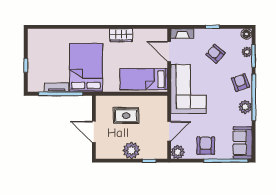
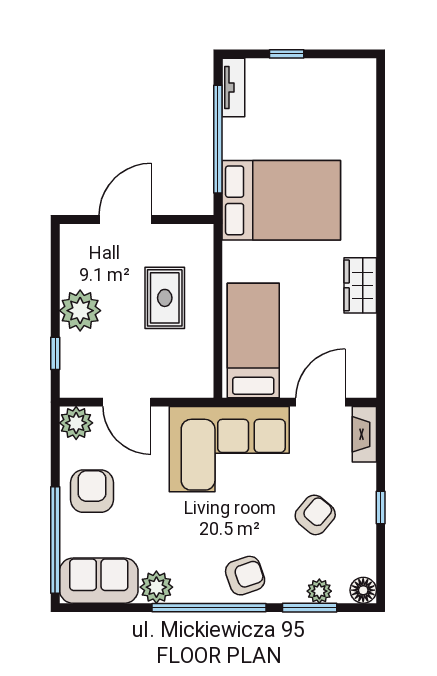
tv unit: (57, 87) -> (233, 88), moved
plant: (245, 107) -> (156, 587), moved
armchair: (206, 146) -> (92, 491), turned -90

